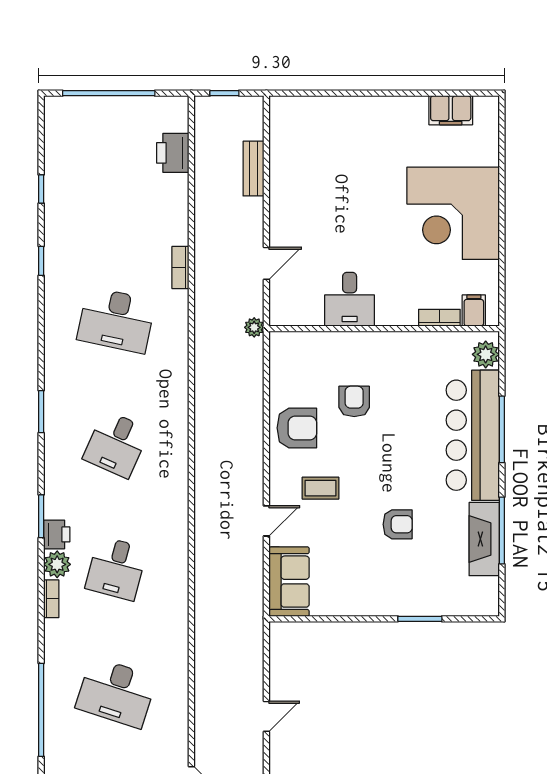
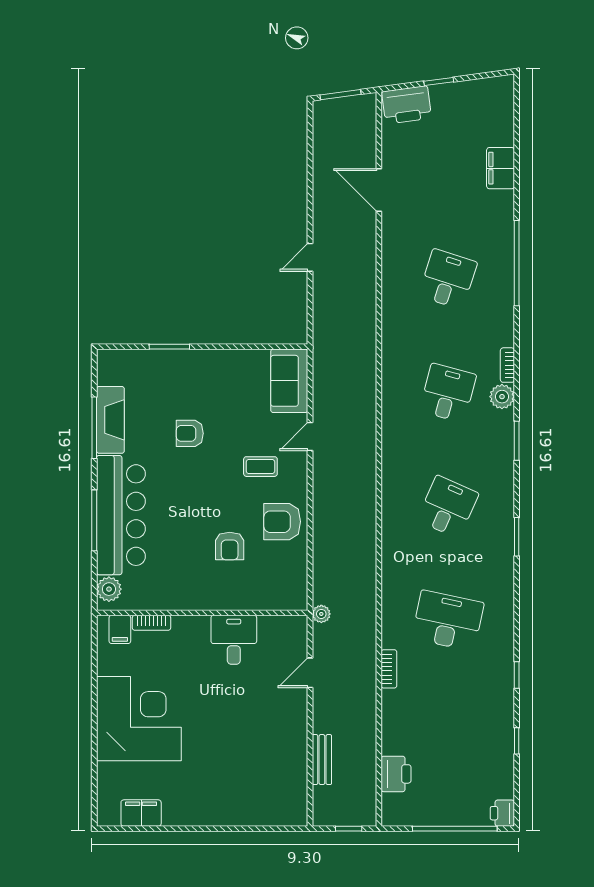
printer: (57, 534) -> (502, 813), moved
desk: (116, 692) -> (448, 279), width x0.73

